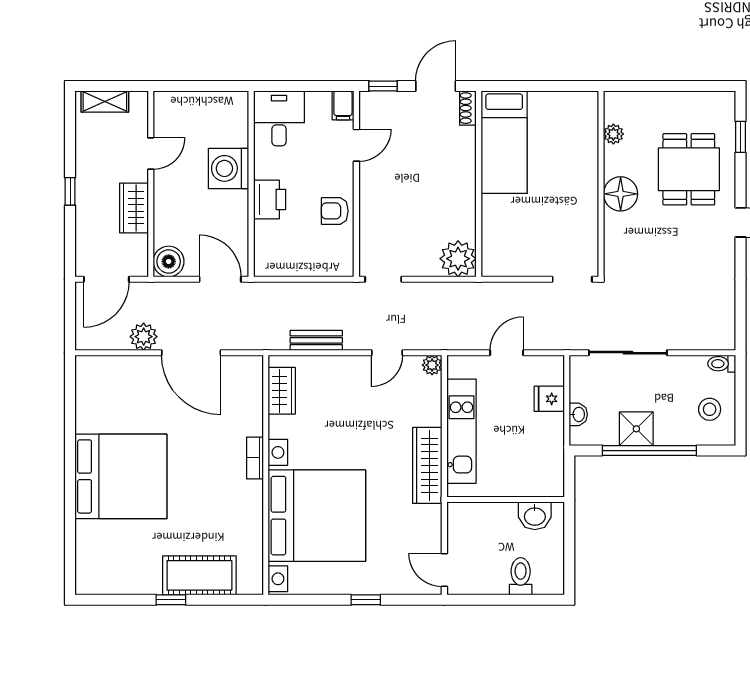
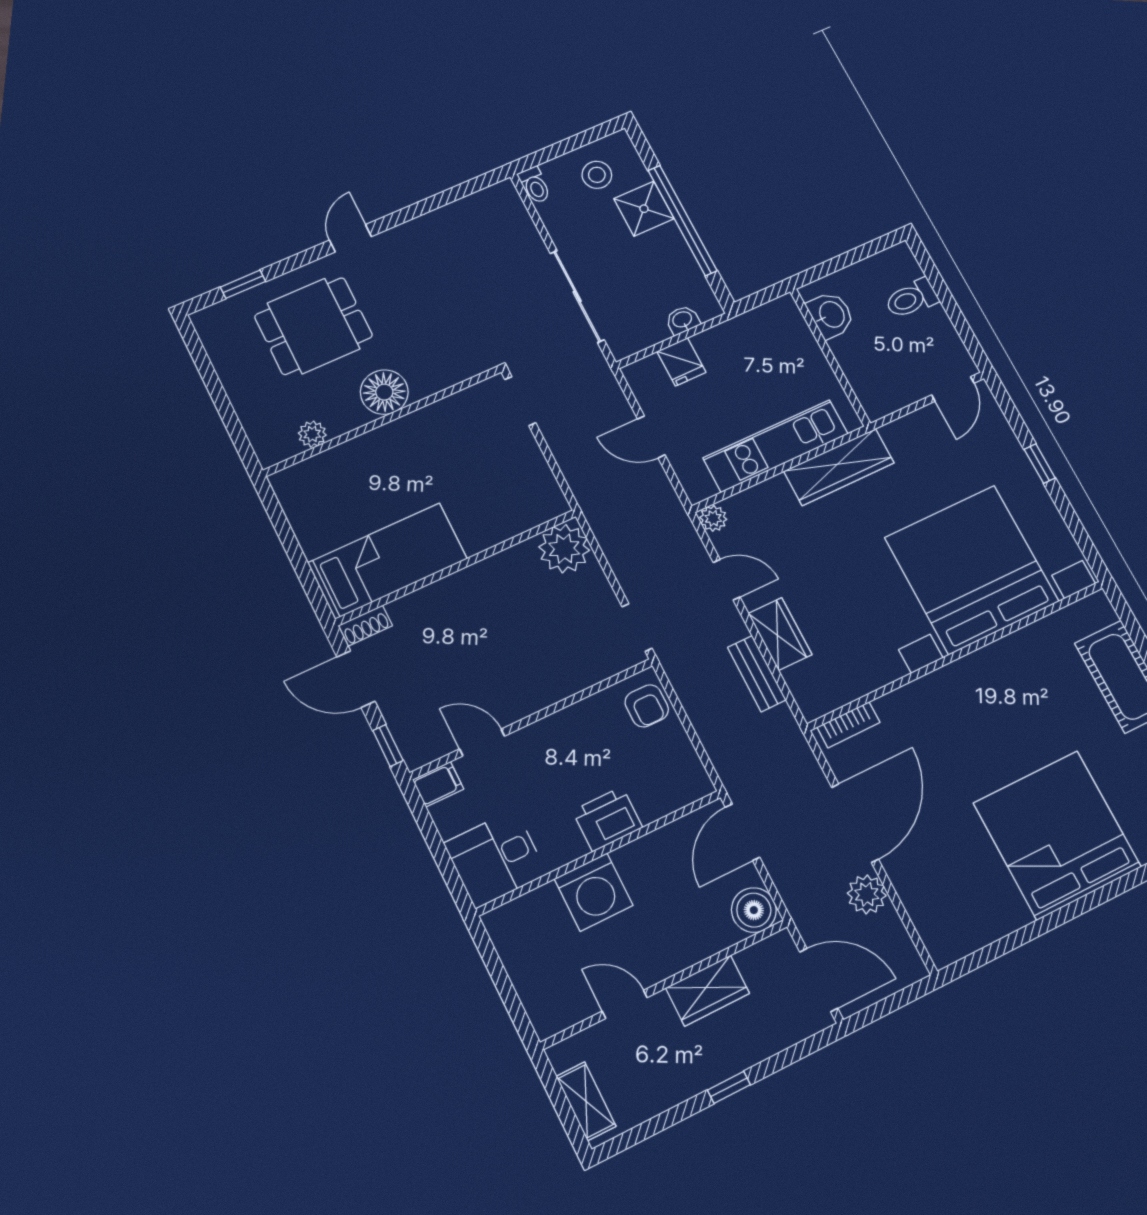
armchair: (335, 211) -> (647, 706), moved
wardrobe: (282, 391) -> (780, 634), moved, turned 90
shower: (636, 429) -> (644, 209), moved
bookcase: (255, 458) -> (849, 725), moved

